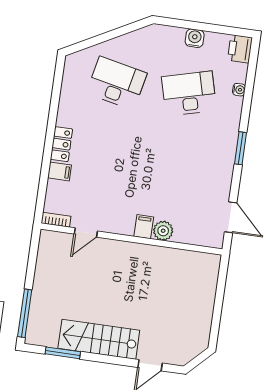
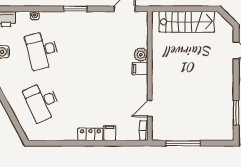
desk: (117, 83) -> (42, 102), turned -36
door: (86, 233) -> (150, 109), swing flipped
window: (25, 313) -> (183, 143), moved
stairs: (99, 339) -> (187, 22), moved, turned -90

